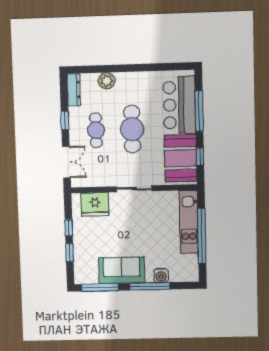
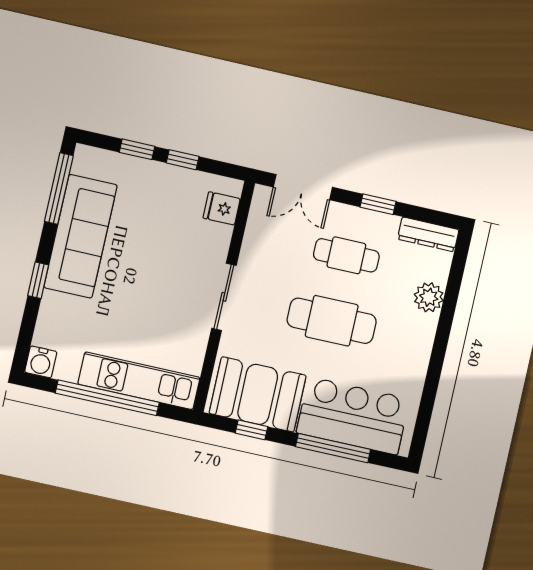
fridge: (95, 204) -> (222, 208), width x0.53, depth x0.75
sofa: (122, 270) -> (81, 236), width x1.36
water cooler: (161, 275) -> (41, 362), moved, turned -90
window: (150, 286) -> (38, 280), width x0.46

